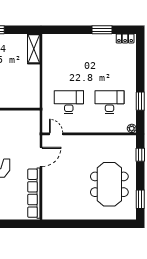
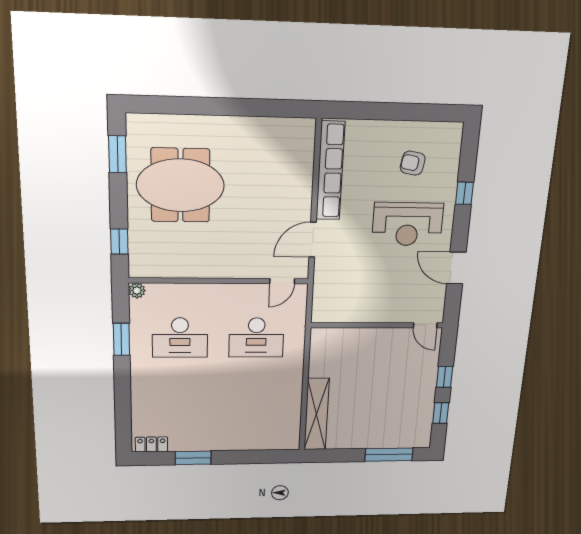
shelving: (34, 49) -> (317, 414), width x1.47
door: (56, 134) -> (282, 281), hinge flipped
meeting table: (109, 184) -> (180, 185), turned 90

